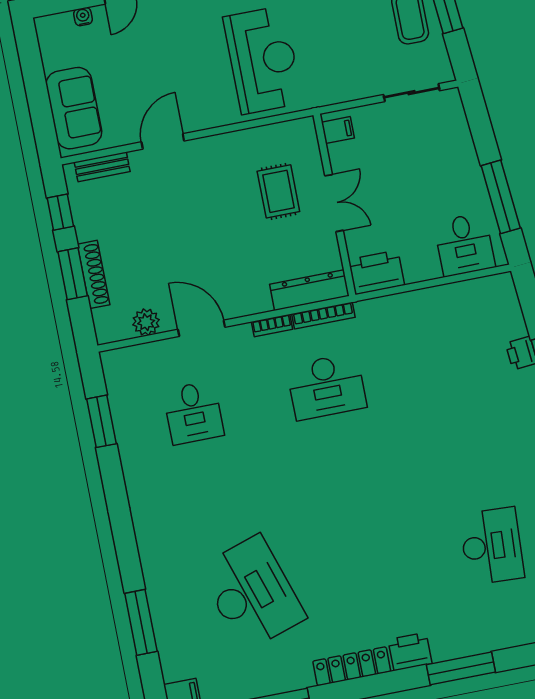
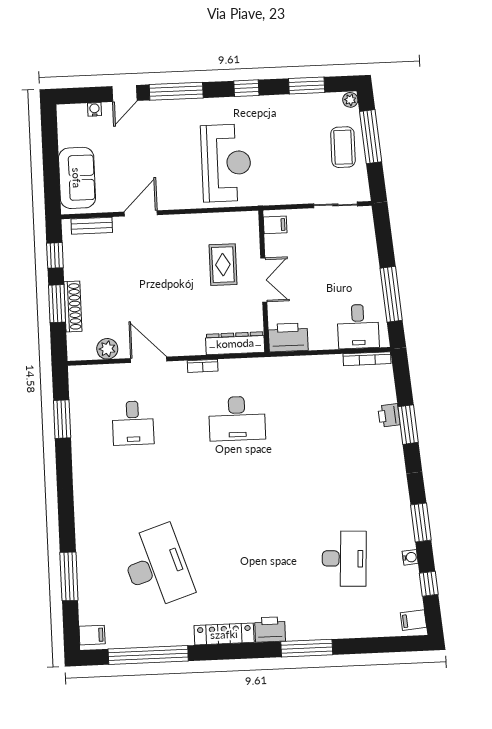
bookcase: (323, 316) -> (367, 359), moved

